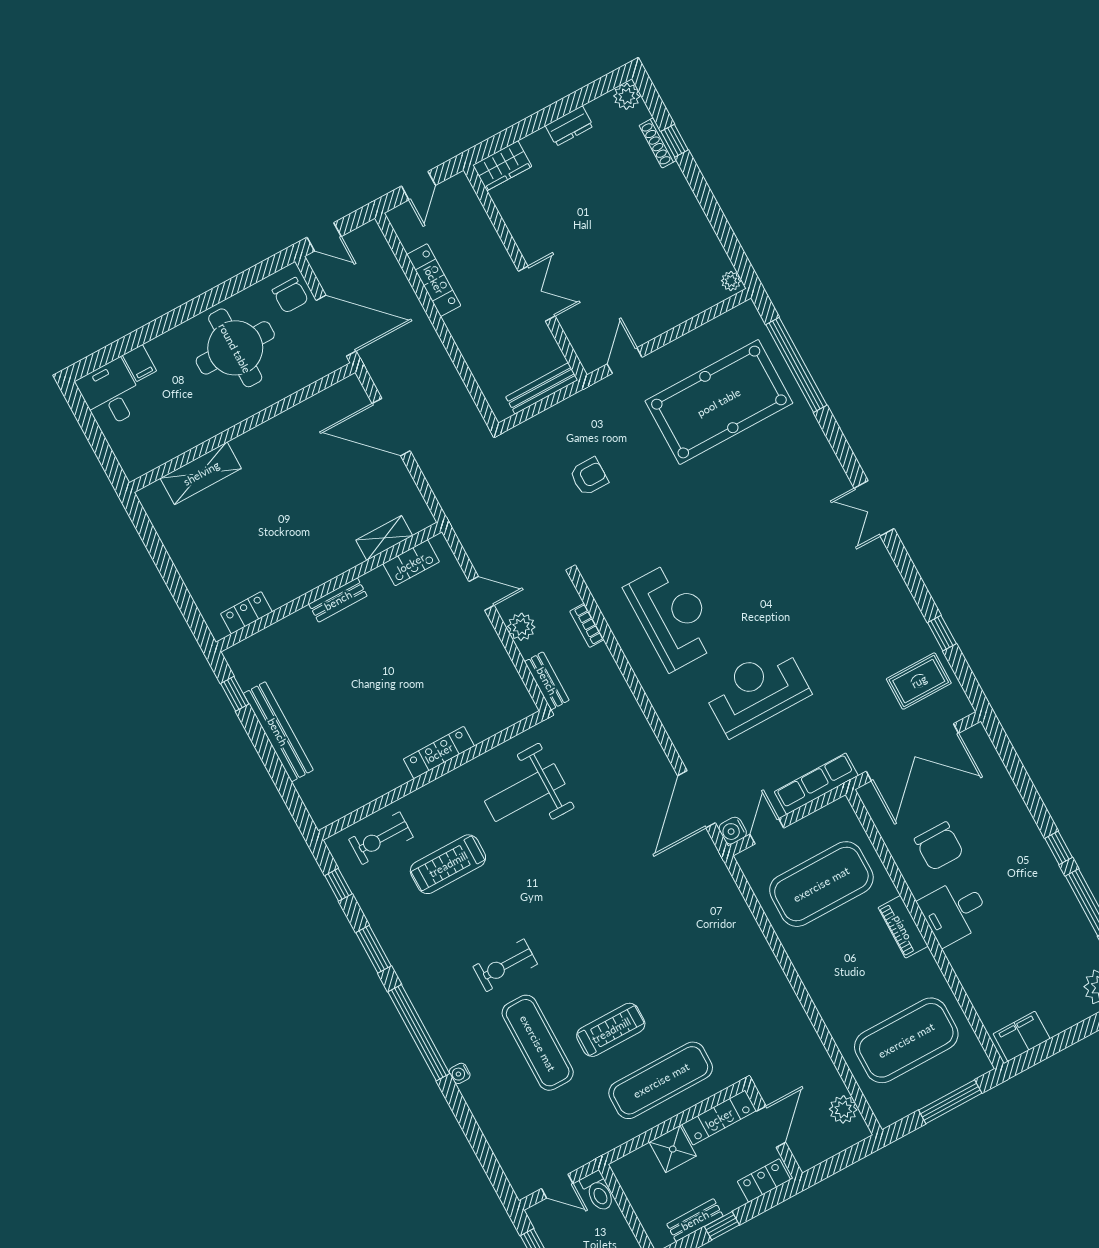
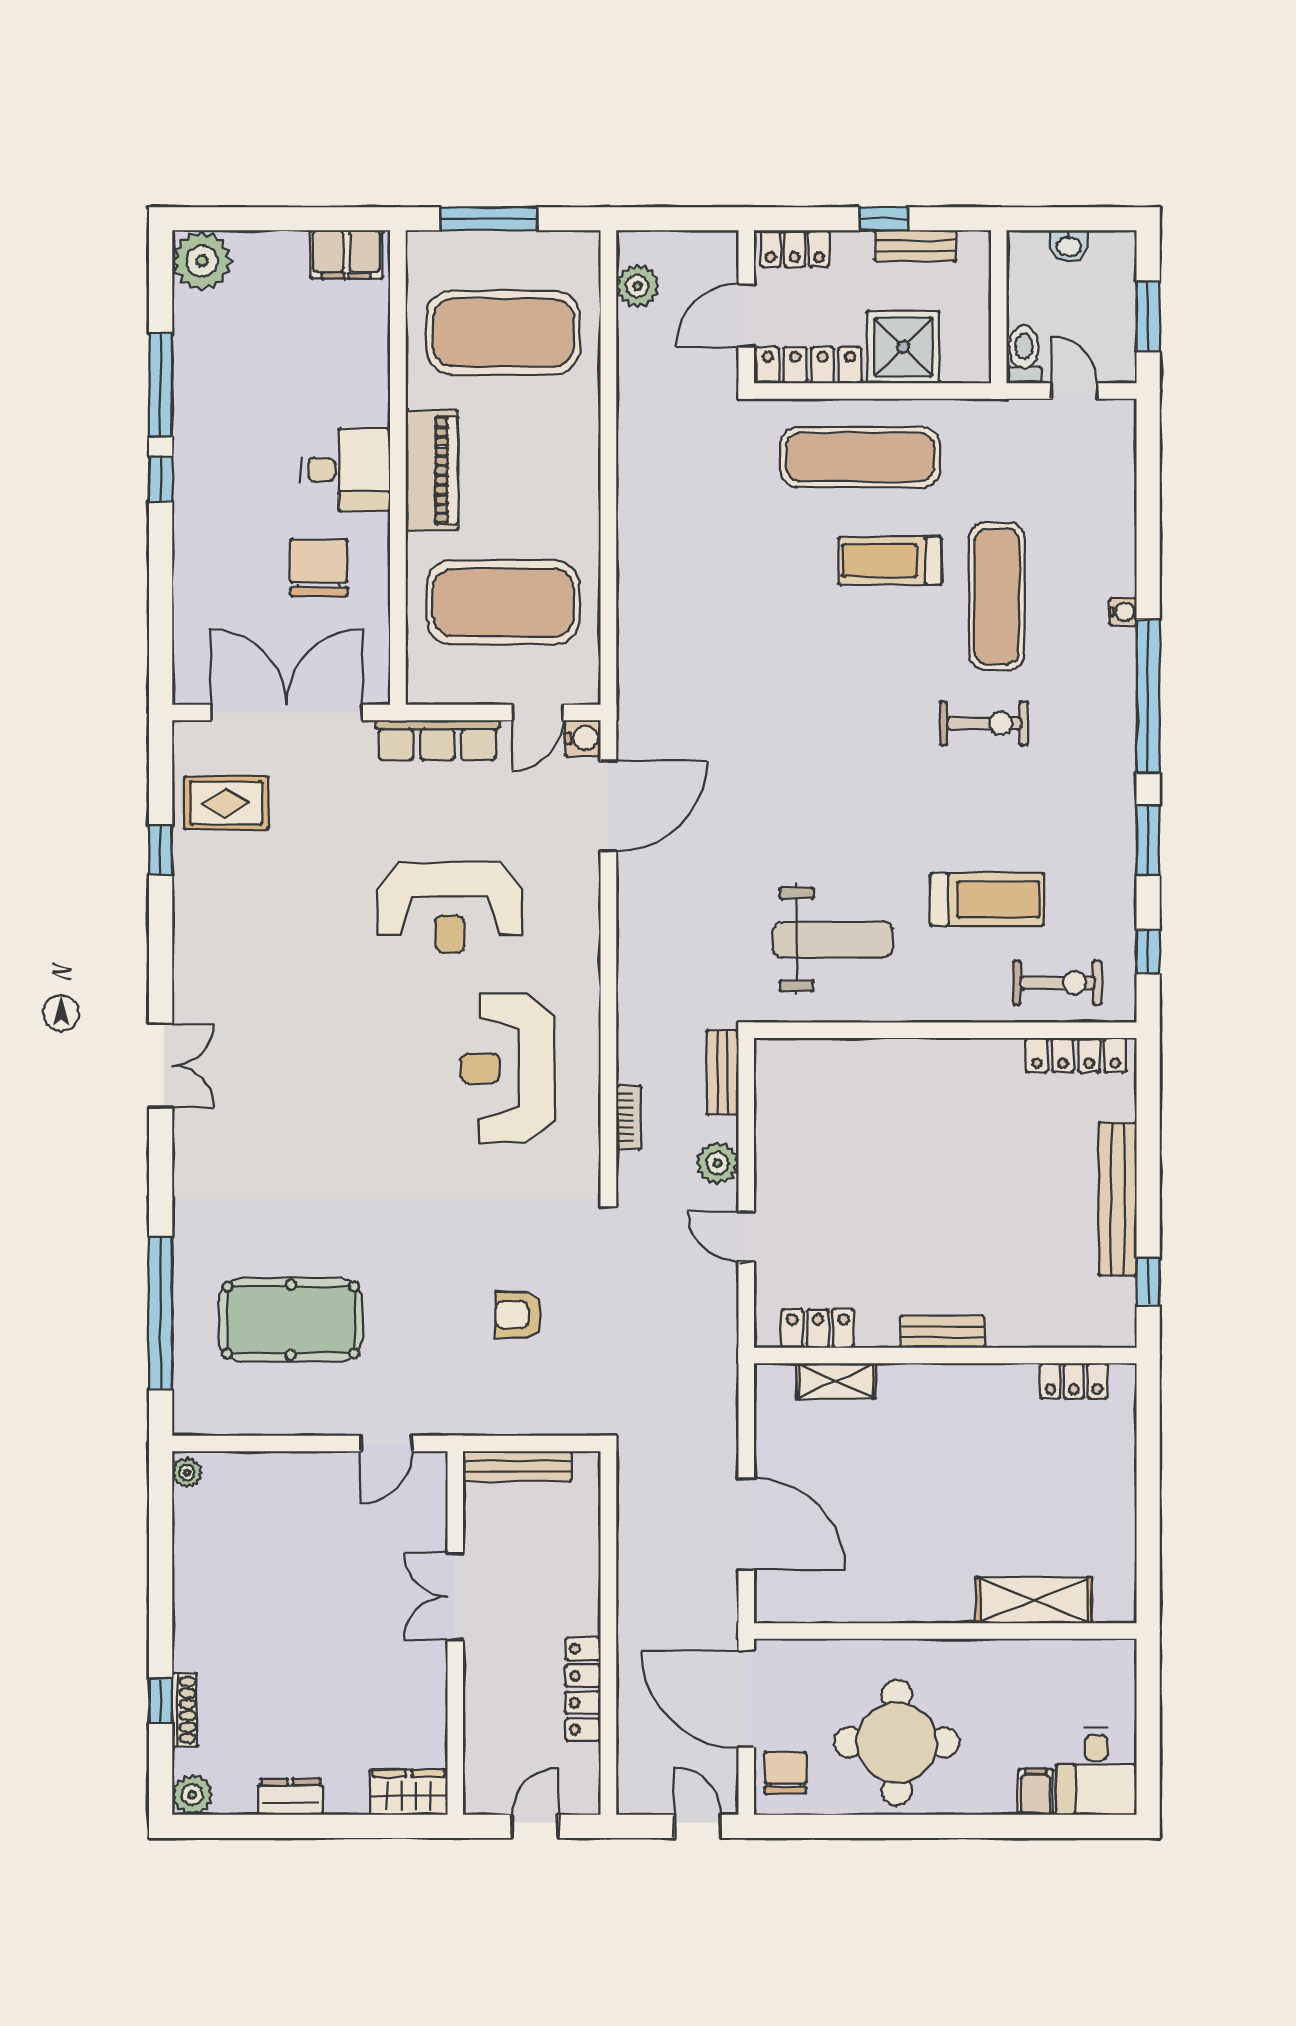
pool table: (719, 402) -> (291, 1320), width x0.73, depth x0.76
locker: (439, 753) -> (1076, 1055), moved
piano: (903, 927) -> (432, 470), width x1.37, depth x1.33
shower: (673, 1149) -> (903, 347), width x1.36, depth x1.36

